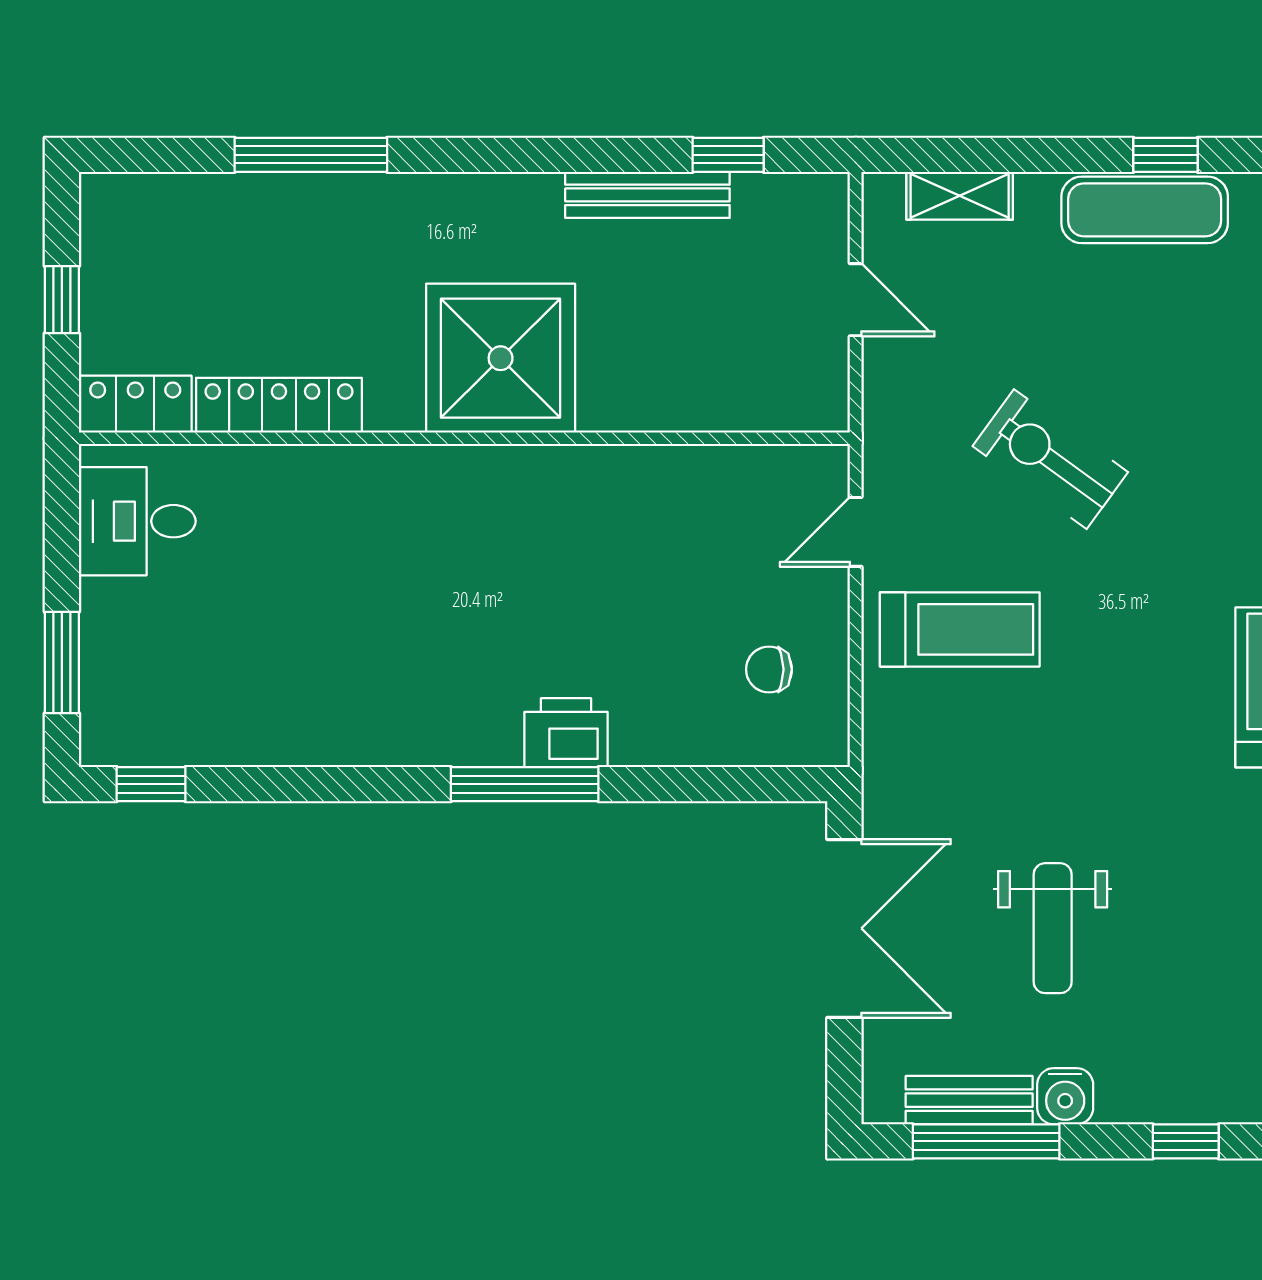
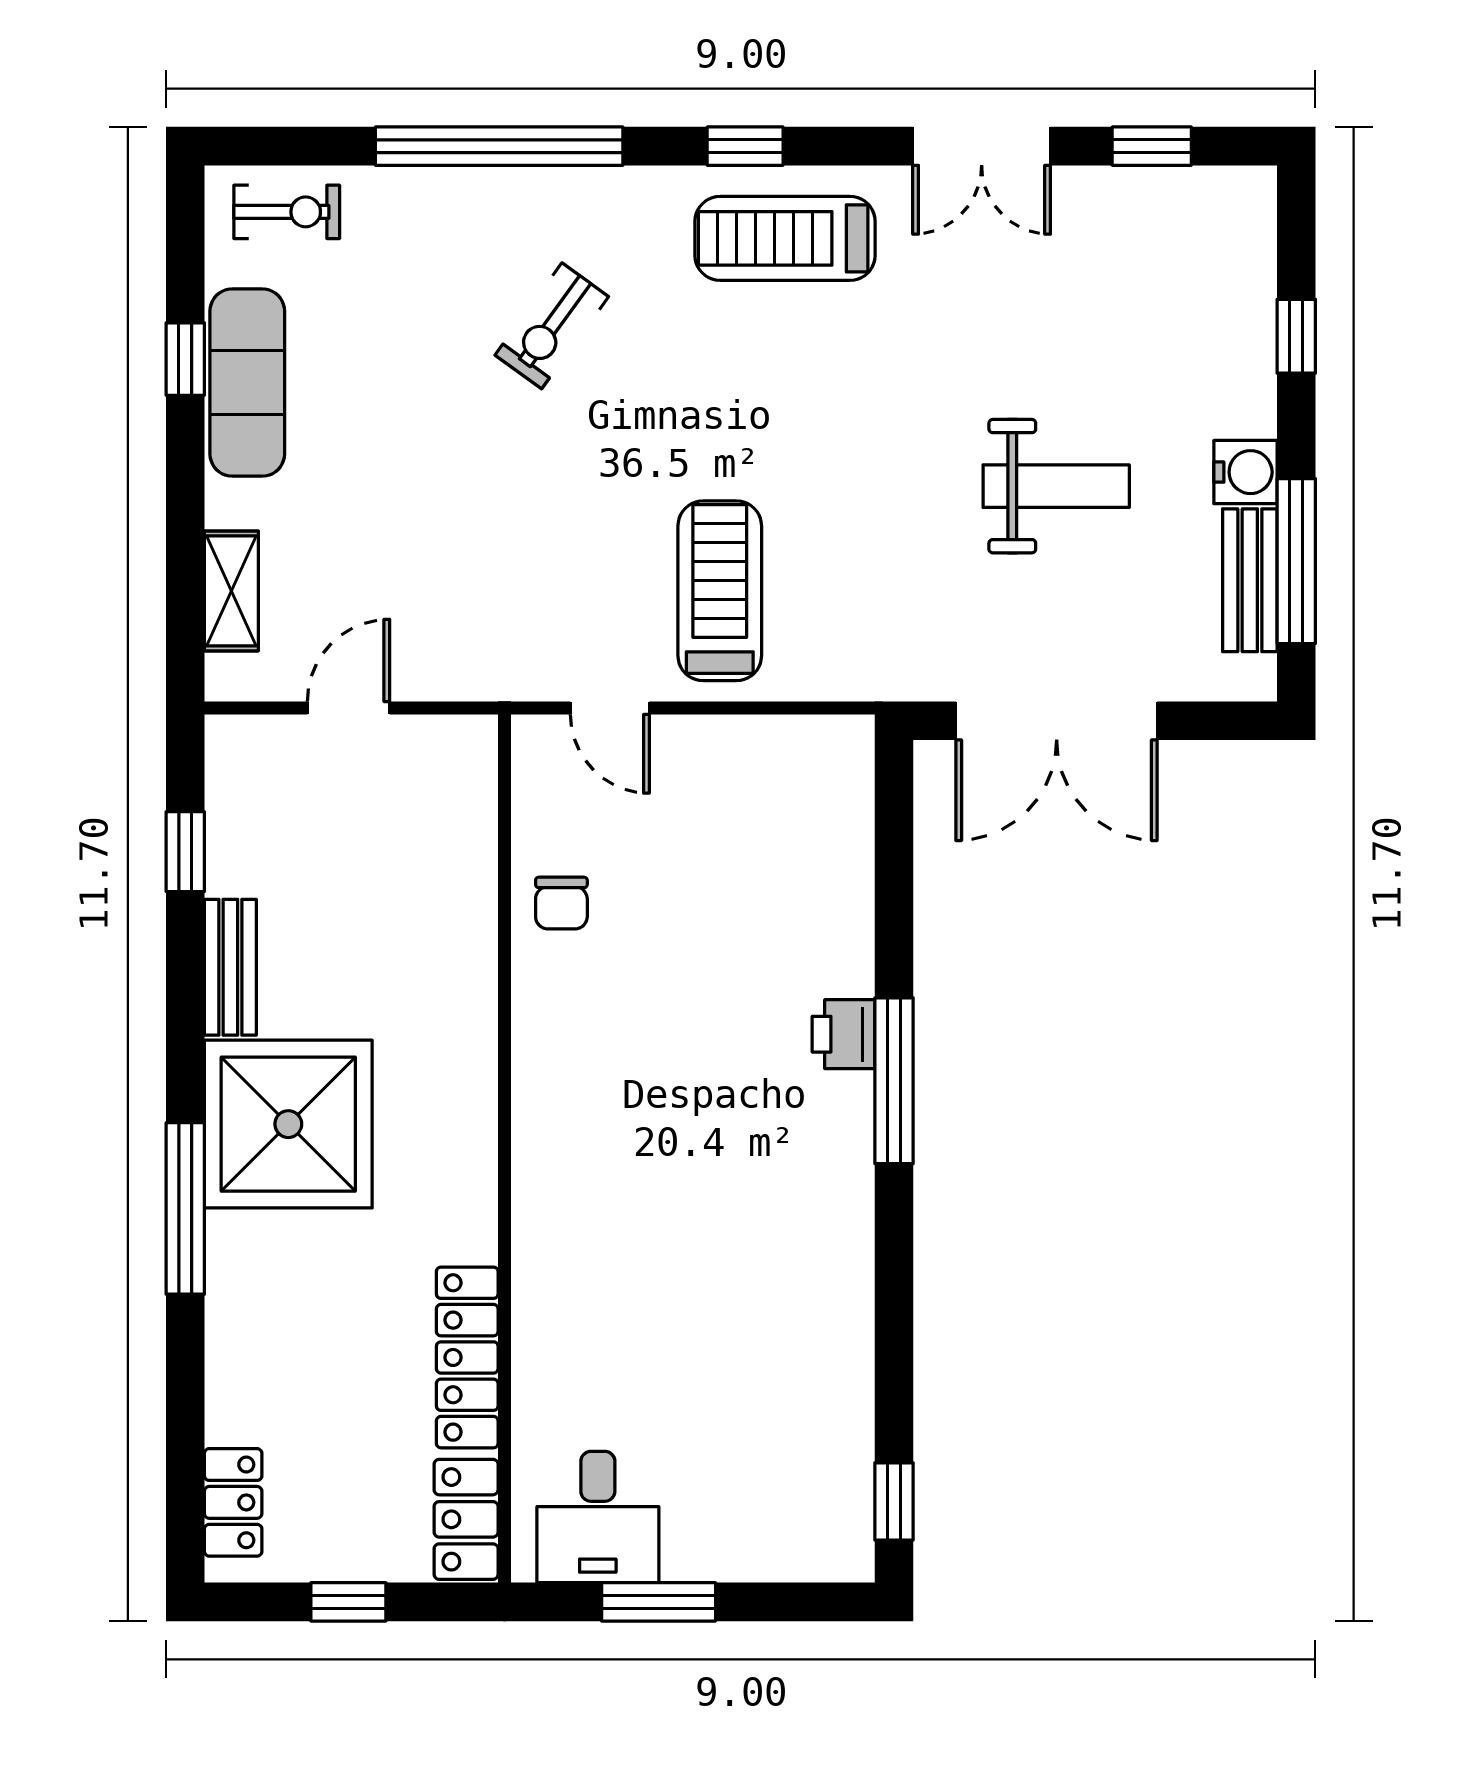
window: (311, 155) -> (185, 1208), moved
bench: (647, 195) -> (230, 967), width x0.73
locker: (150, 197) -> (233, 1502), added
shower: (501, 358) -> (288, 1124), moved
exercise bike: (1050, 459) -> (552, 326), moved, width x0.73, depth x0.72
window: (62, 663) -> (659, 1602), moved
chair: (769, 669) -> (561, 903), moved
printer: (566, 733) -> (844, 1034), width x0.73, depth x0.81
double door: (844, 928) -> (1057, 721), swing flipped

